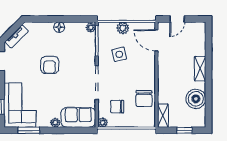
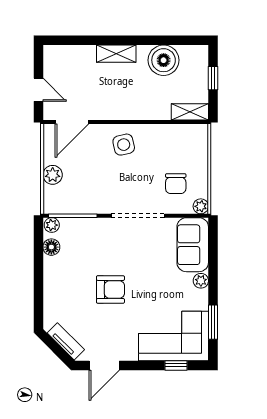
floor lamp: (59, 27) -> (51, 247), moved
side table: (119, 54) -> (124, 145), moved
chair: (144, 99) -> (163, 142), removed

